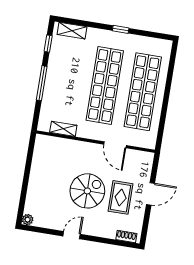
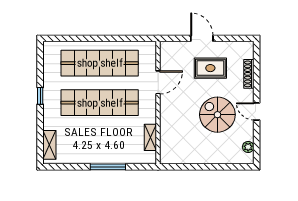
window: (48, 44) -> (67, 167), removed
spiral stairs: (87, 191) -> (217, 115), moved
plant: (28, 220) -> (248, 147), moved
shoe rack: (126, 236) -> (249, 74), moved, width x1.43

